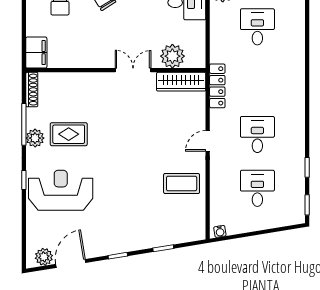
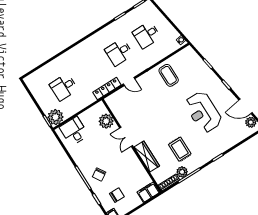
wardrobe: (181, 82) -> (147, 157), moved
plant: (35, 138) -> (182, 172), moved
door: (208, 141) -> (129, 81), moved
reception desk: (61, 190) -> (203, 112), moved

